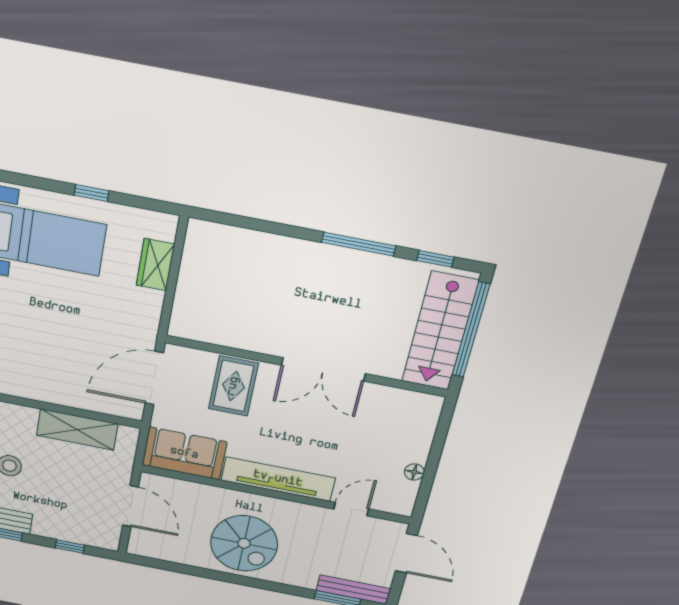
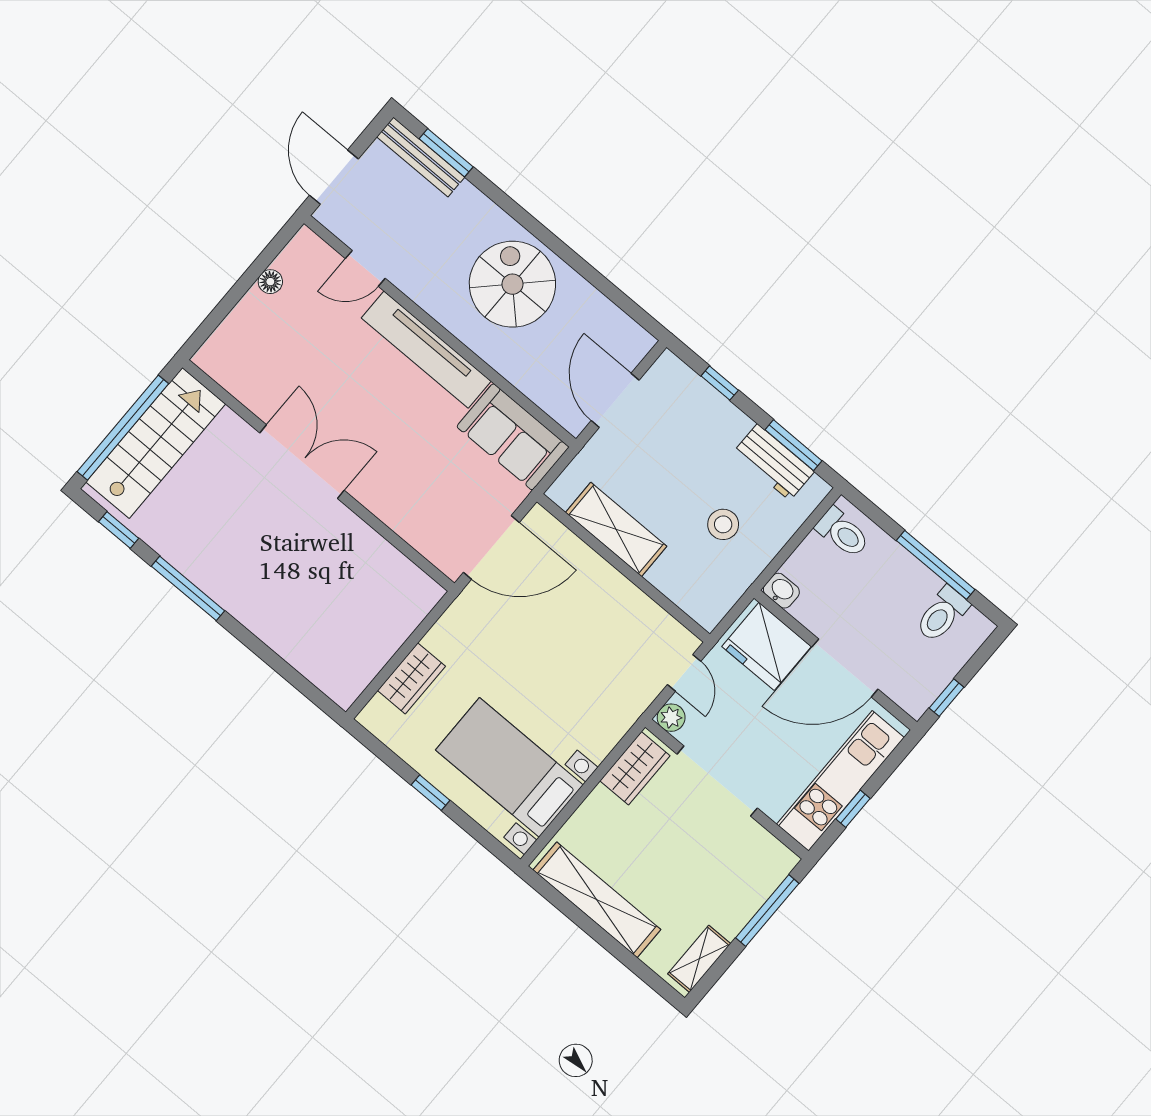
rug: (233, 386) -> (410, 492), removed

